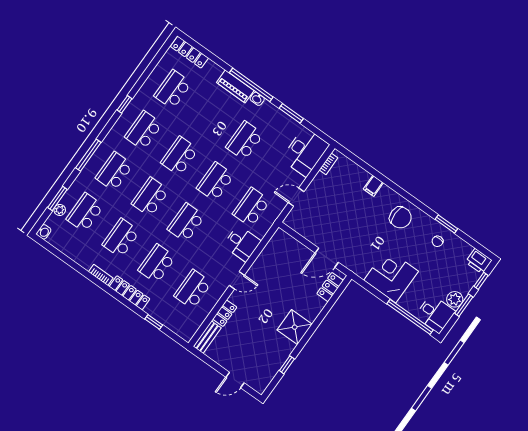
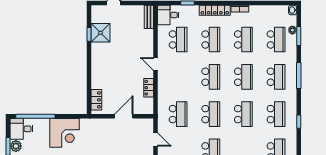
door: (296, 197) -> (155, 140), hinge flipped
desk: (242, 243) -> (168, 15), moved
door: (327, 258) -> (124, 116), moved
door: (237, 280) -> (155, 64), hinge flipped
locker: (225, 313) -> (149, 88), moved
shower: (295, 327) -> (100, 33), moved

